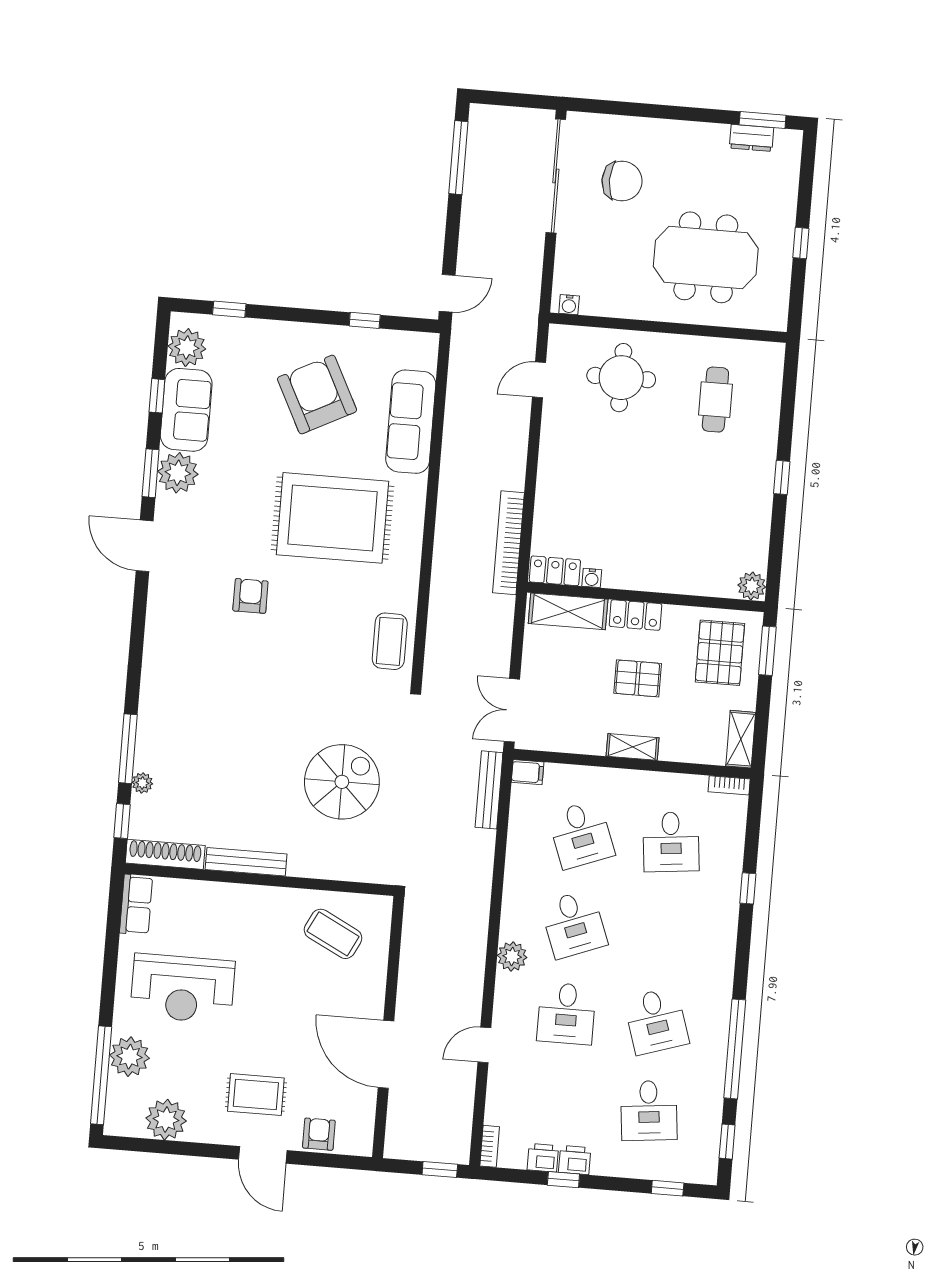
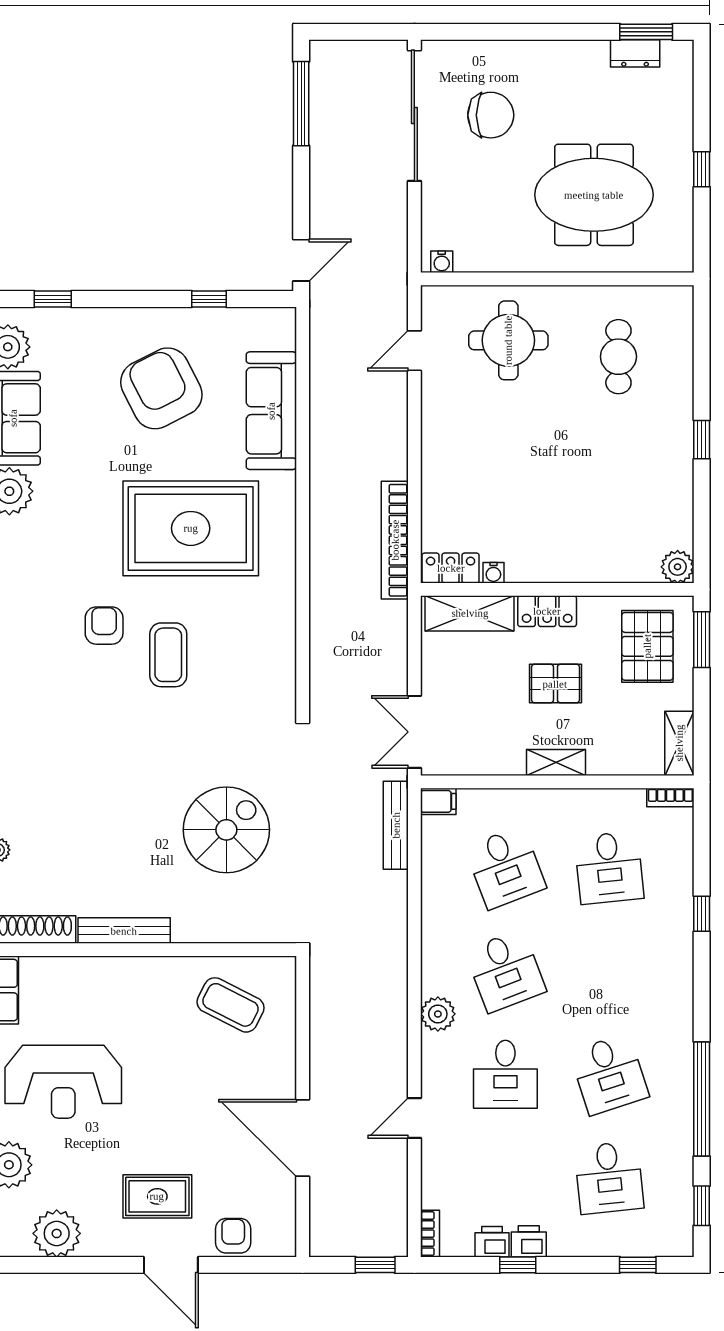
coffee table: (390, 641) -> (168, 655), moved

